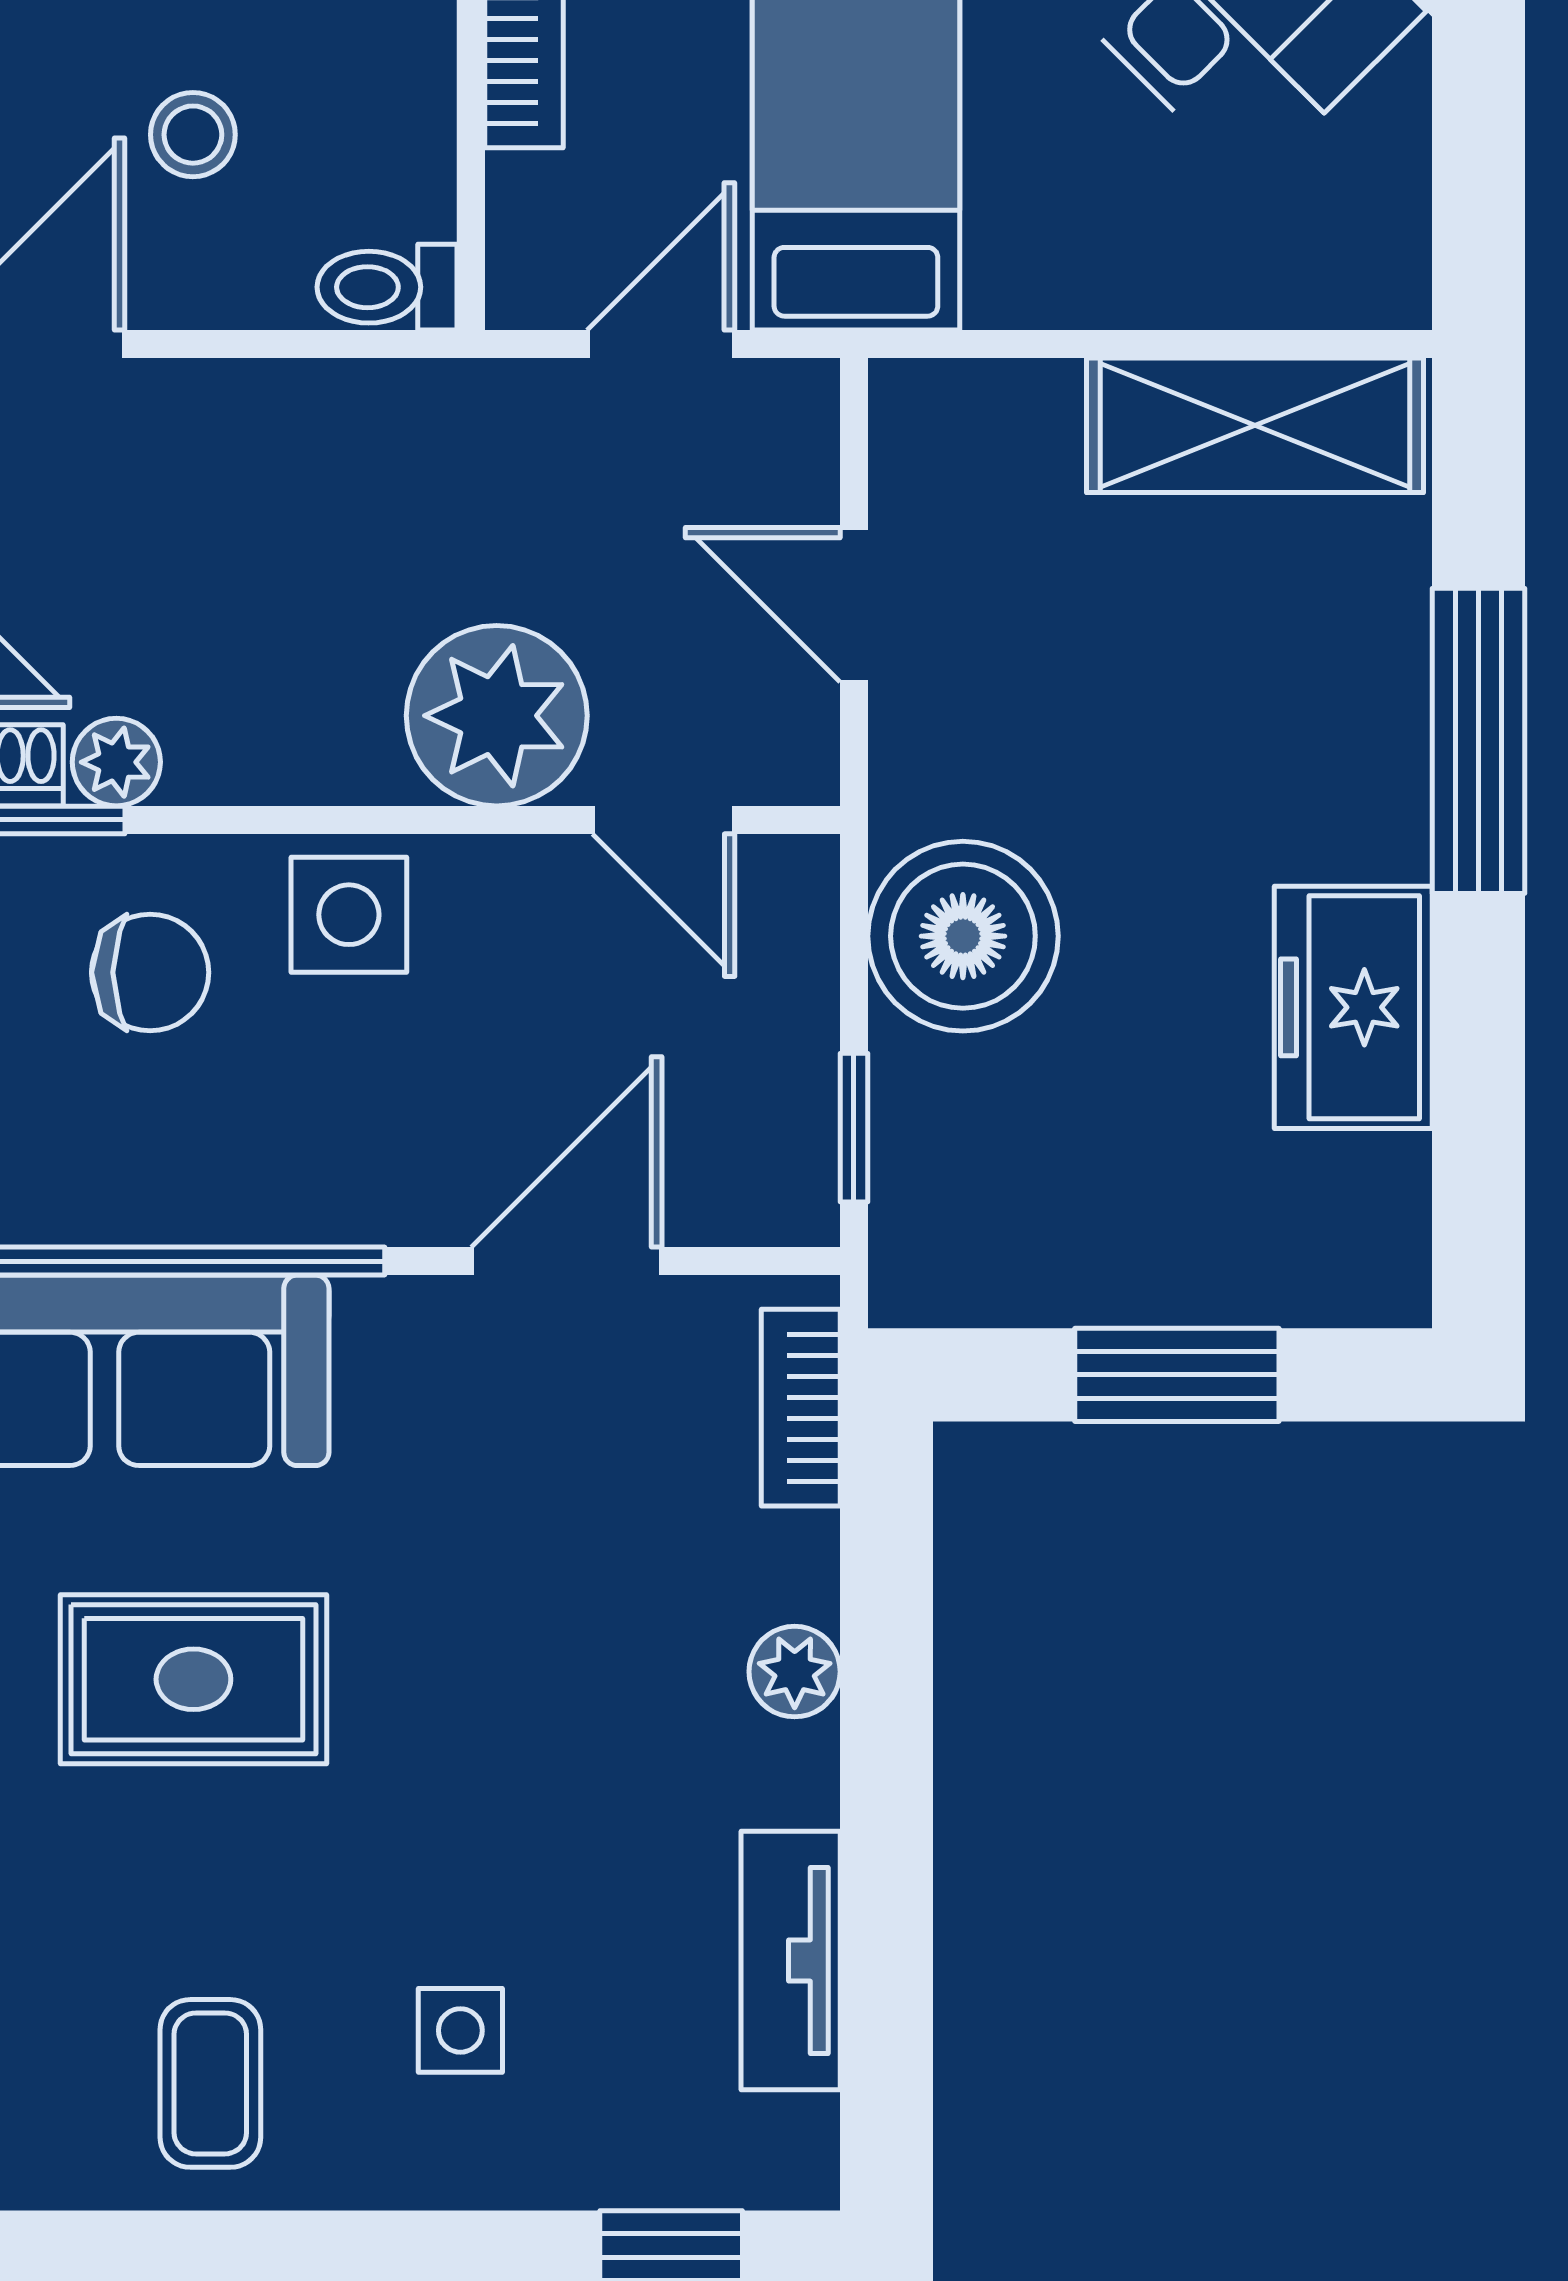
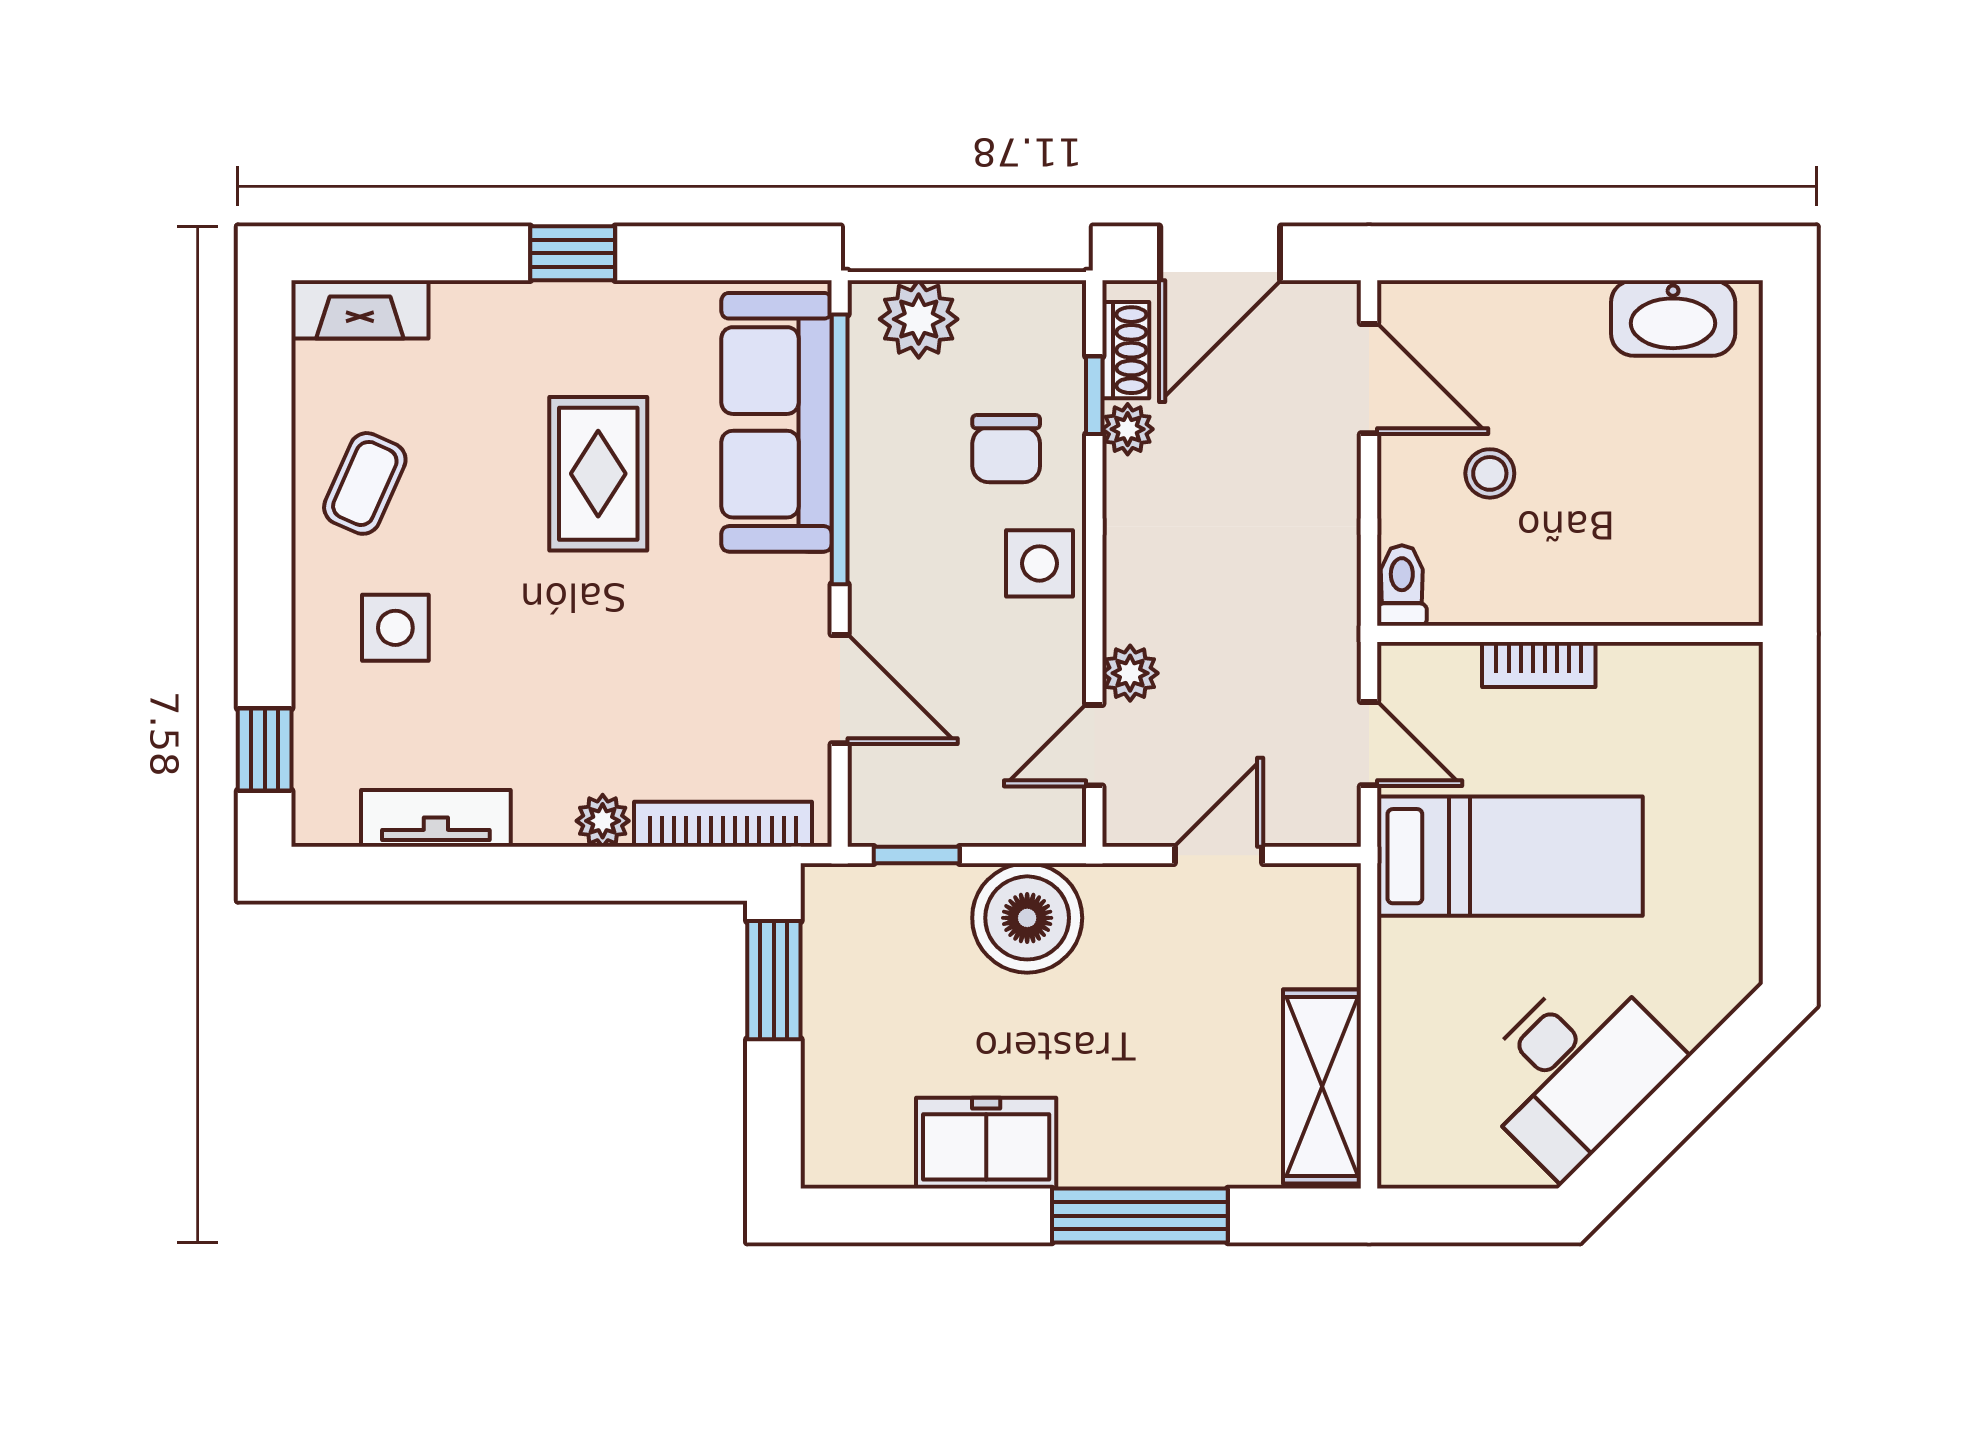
plant: (497, 716) -> (1130, 673), width x0.53, depth x0.53
window: (1177, 1375) -> (774, 980), moved
bookcase: (801, 1408) -> (723, 824), width x1.56
side table: (460, 2030) -> (395, 628), width x1.37, depth x1.37
coffee table: (210, 2083) -> (365, 483), turned -66

